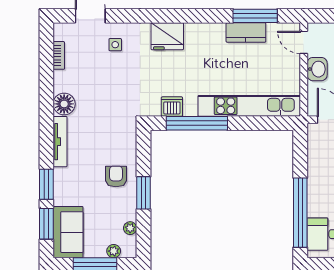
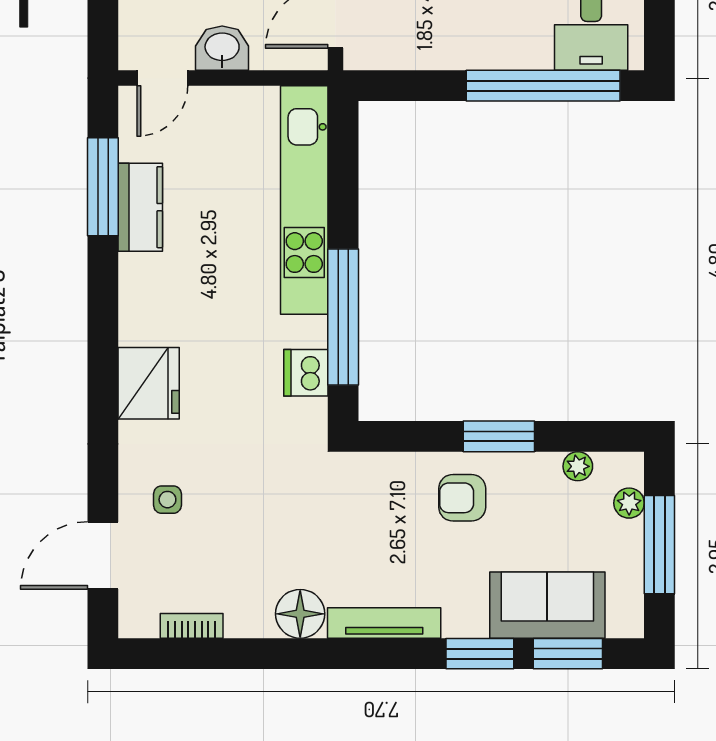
sofa: (68, 232) -> (547, 605), moved

